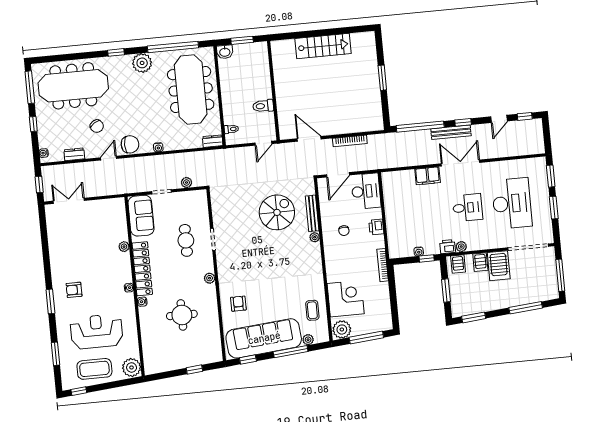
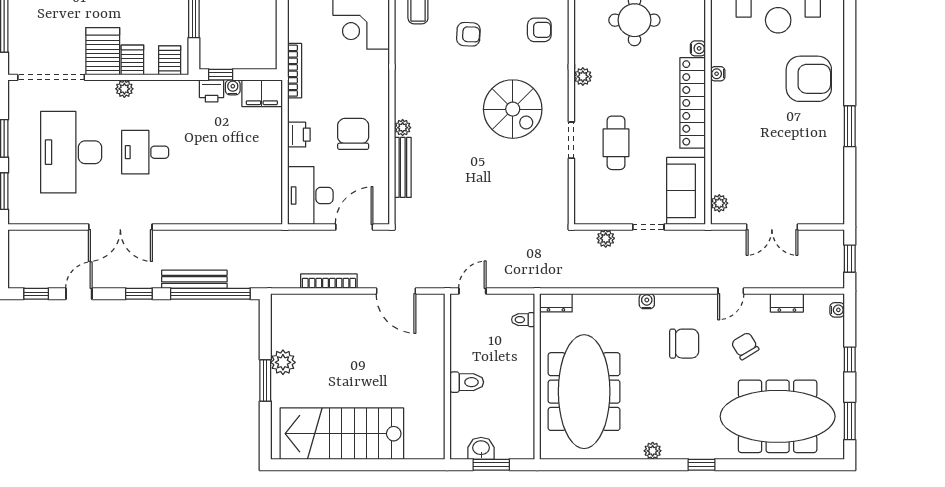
stairs: (323, 46) -> (342, 434), width x1.36, depth x1.51
window: (173, 47) -> (606, 465), removed
washbasin: (225, 52) -> (481, 448), moved
plant: (142, 63) -> (653, 451), width x0.53, depth x0.53
window: (30, 87) -> (850, 421), width x0.69
plant: (373, 90) -> (283, 362), added
toilet: (263, 106) -> (467, 382), moved
bench: (451, 132) -> (194, 279), moved
chair: (130, 144) -> (684, 344), moved, turned 180
double door: (460, 163) -> (120, 227), moved
filing cabinet: (428, 176) -> (262, 93), moved, turned 180
double door: (69, 201) -> (772, 227), moved
spiral stairs: (277, 212) -> (513, 109), moved, turned -90
chair: (344, 231) -> (353, 134), width x1.87, depth x1.87
plant: (124, 247) -> (719, 203), moved
printer: (448, 247) -> (212, 91), moved
plant: (461, 247) -> (124, 89), moved
armchair: (74, 290) -> (809, 79), width x1.88, depth x1.88
armchair: (281, 297) -> (468, 34), added
window: (50, 301) -> (850, 126), moved
armchair: (238, 304) -> (539, 30), turned -90

